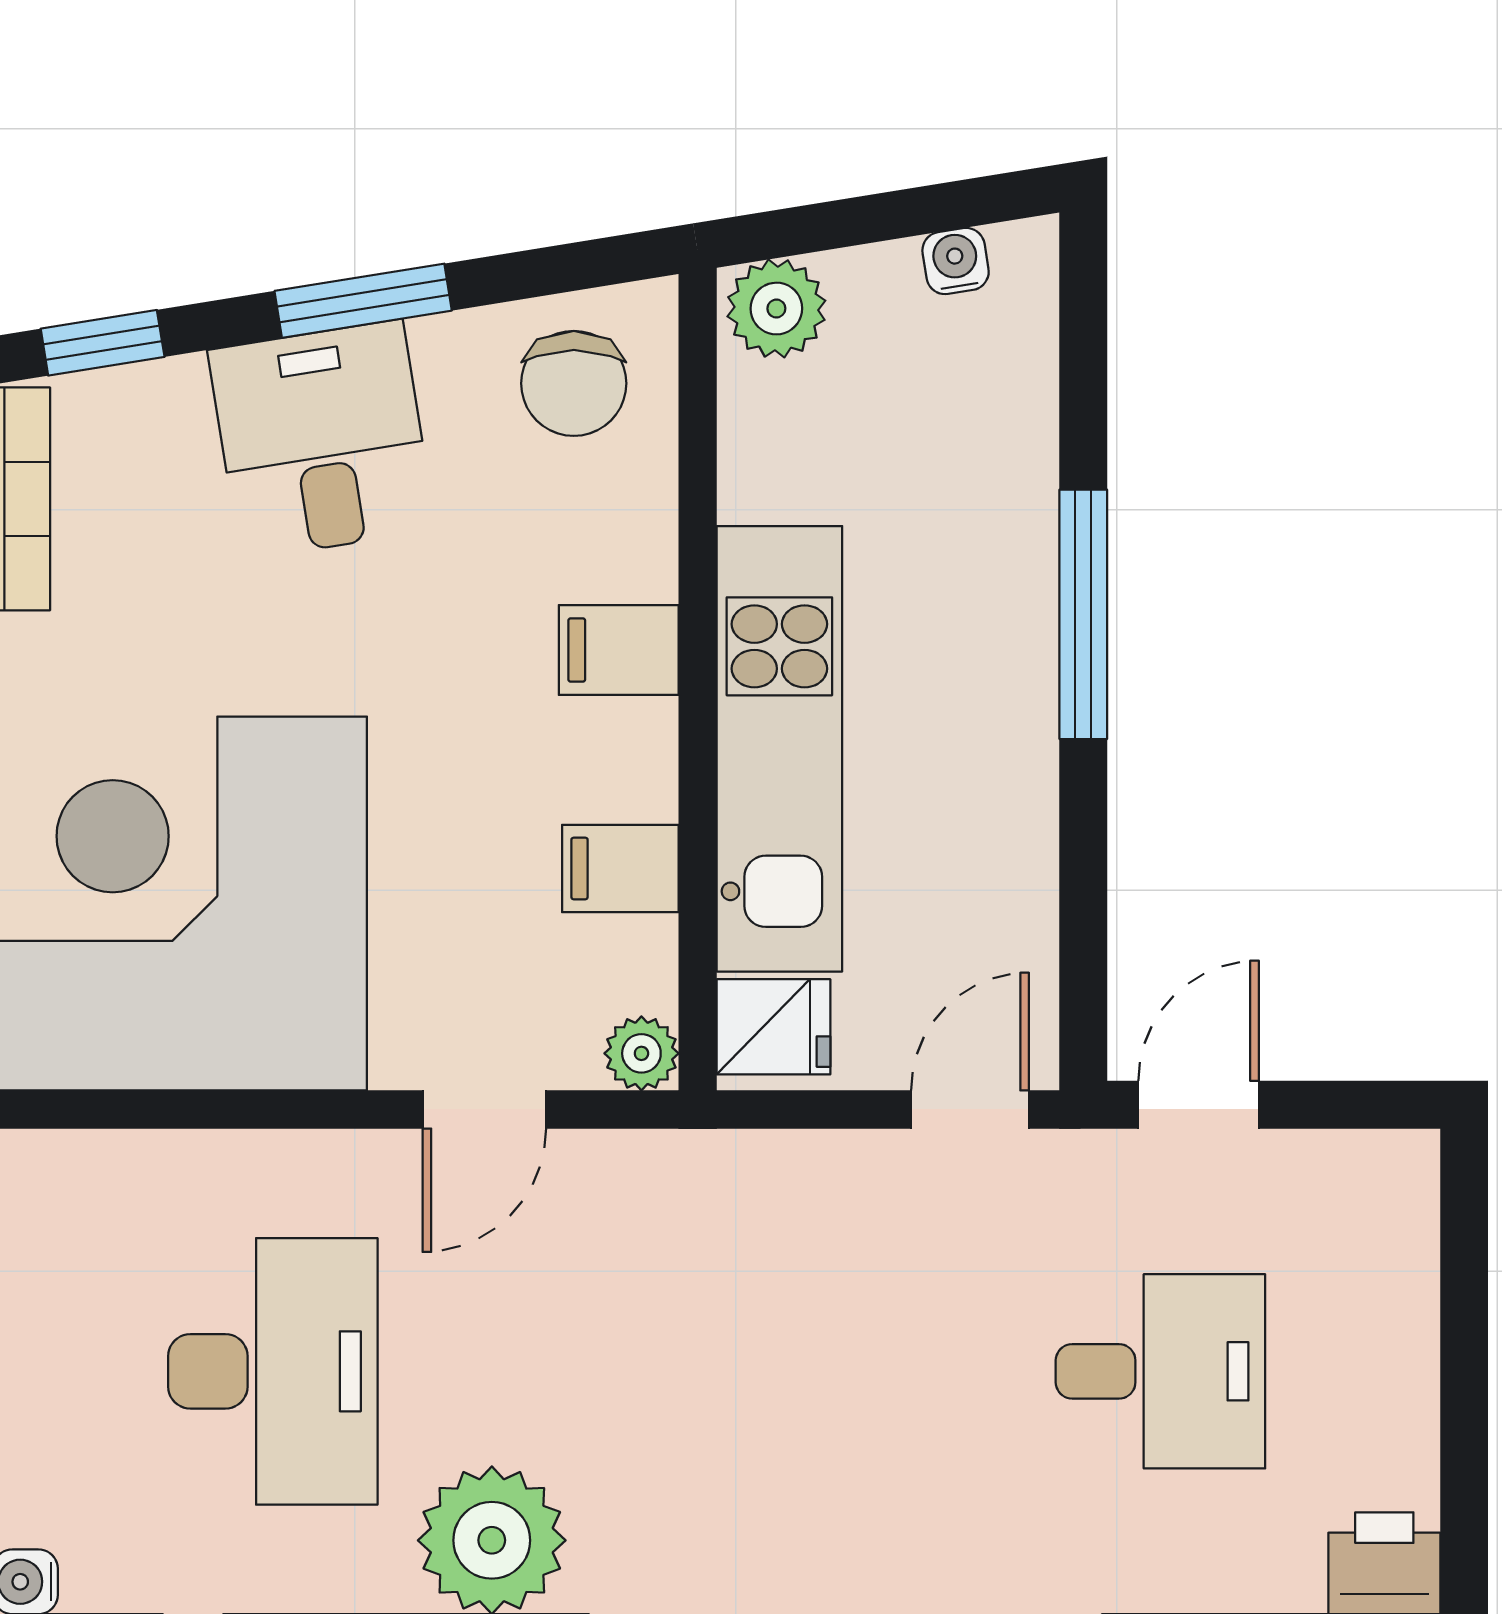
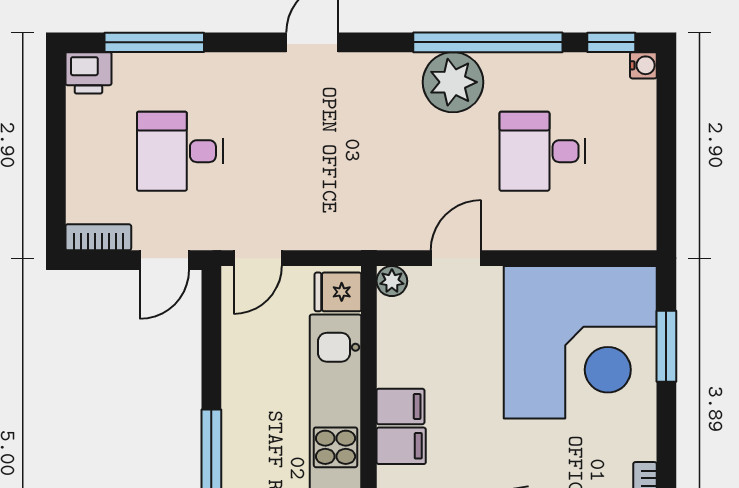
filing cabinet: (620, 868) -> (401, 406), moved
bookcase: (1360, 1161) -> (98, 237), added
desk: (273, 1371) -> (542, 151), width x0.73

